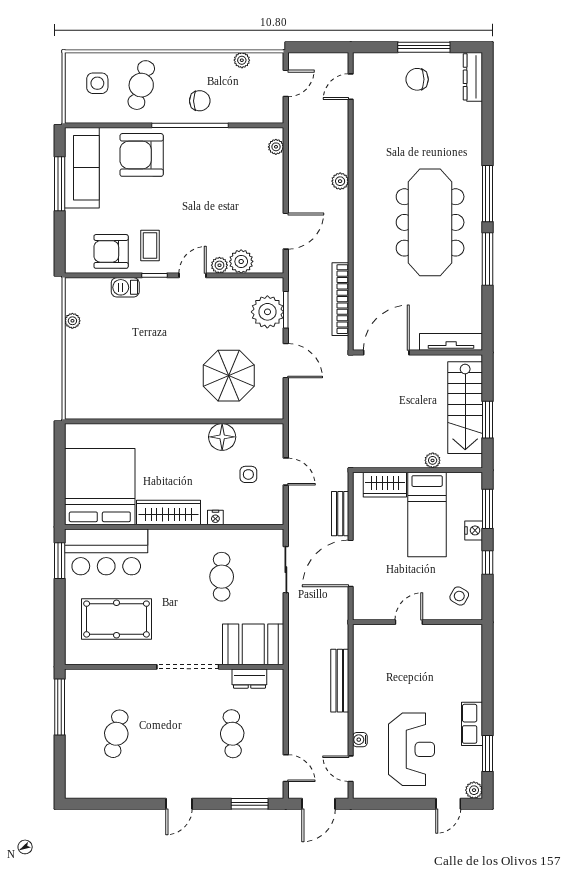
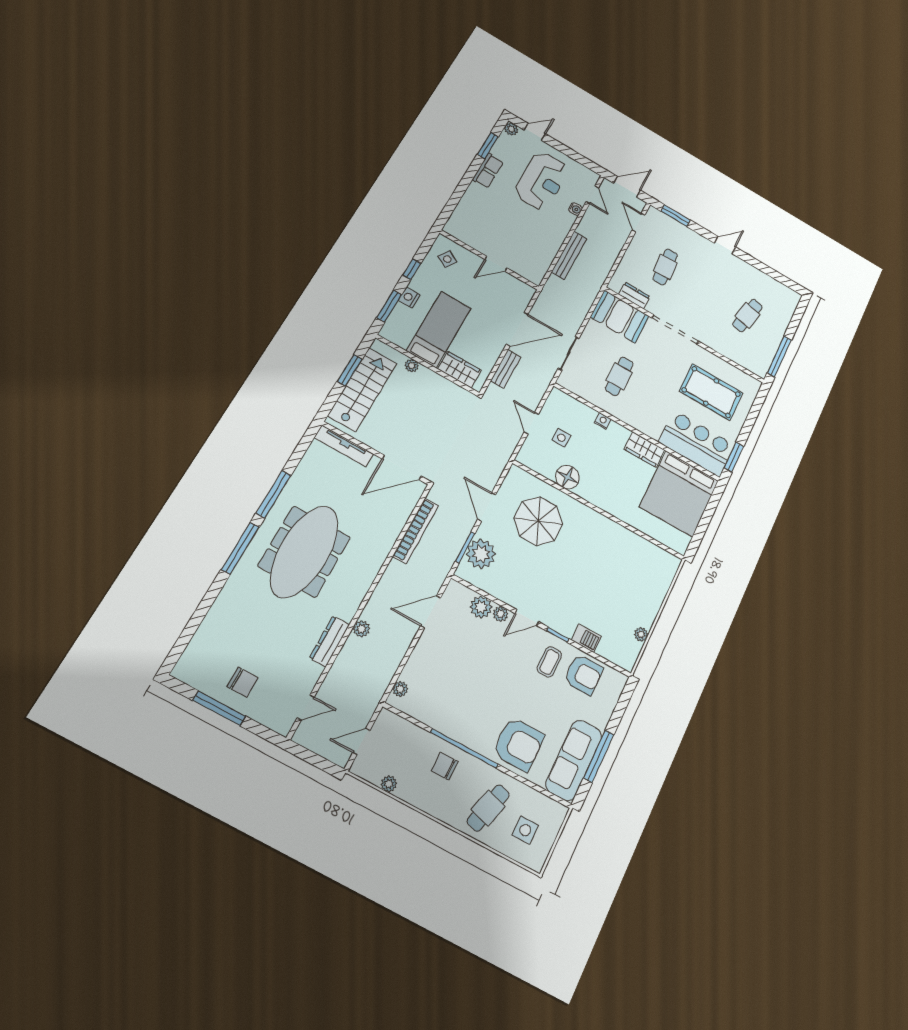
dresser: (473, 77) -> (330, 641), moved, turned 180
wardrobe: (168, 513) -> (644, 450), width x0.67
reception desk: (412, 749) -> (542, 181), turned 180

